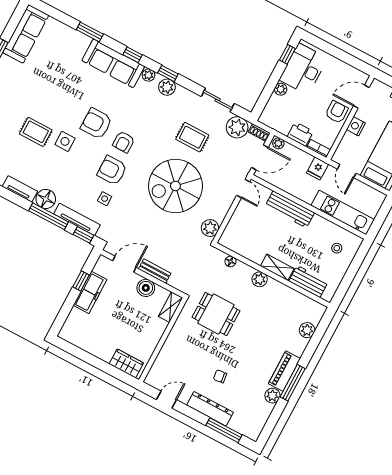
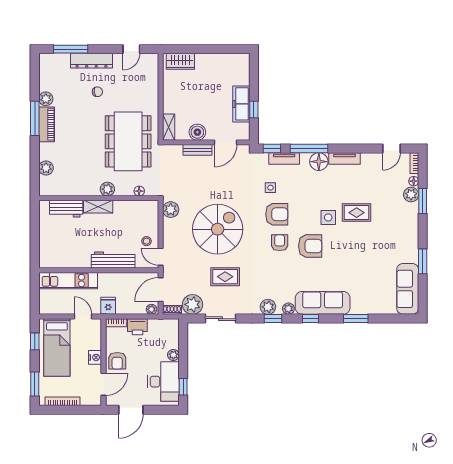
door: (348, 59) -> (131, 410), added
tv unit: (77, 219) -> (284, 158), width x0.71
stool: (337, 248) -> (147, 241), moved
dining table: (216, 314) -> (128, 141), width x1.88, depth x1.24

